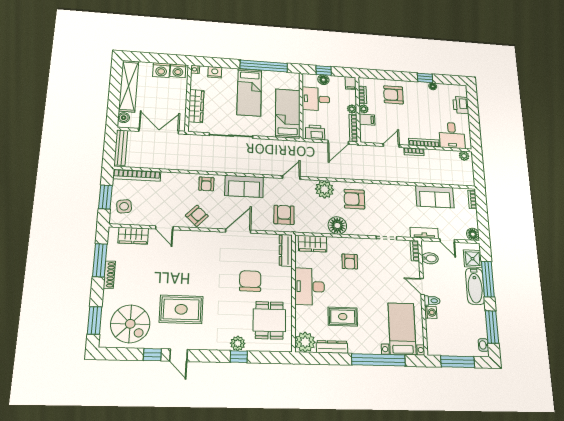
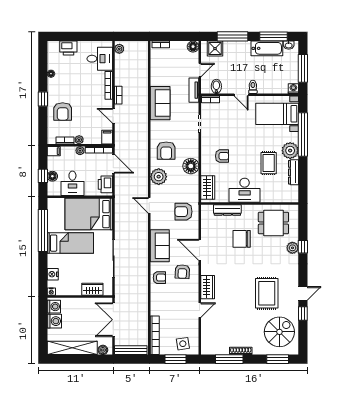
window: (425, 78) -> (43, 99), moved
wardrobe: (196, 106) -> (92, 289), width x0.67
bed: (288, 114) -> (89, 214), width x1.50
filing cabinet: (367, 120) -> (107, 137), moved
sofa: (435, 197) -> (160, 103), moved
armchair: (197, 216) -> (182, 272), moved, turned -131
wardrobe: (133, 236) -> (208, 287), moved
dresser: (286, 250) -> (227, 210), moved
bathtub: (475, 286) -> (267, 48), moved
door: (422, 287) -> (241, 95), hinge flipped
washing machine: (431, 312) -> (293, 89), moved
plant: (305, 342) -> (290, 151), moved

